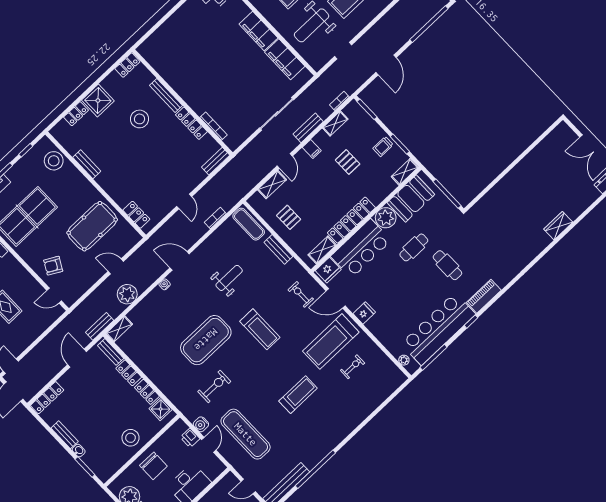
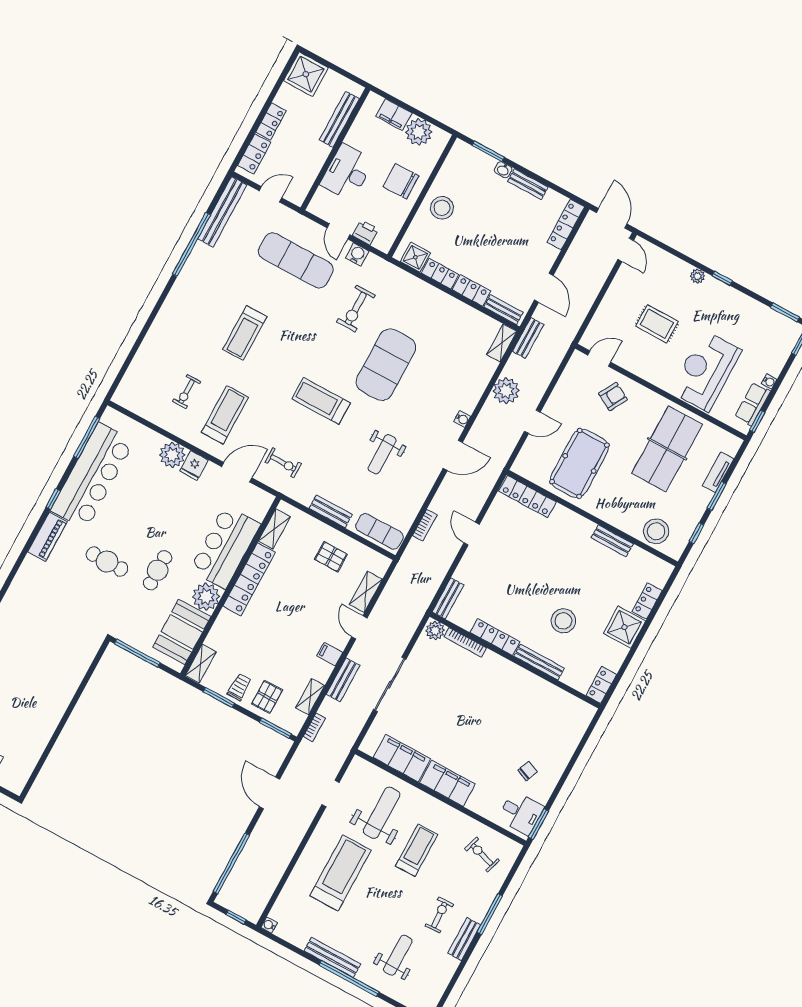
chair: (199, 21) -> (528, 771), added
plant: (232, 141) -> (435, 631), added
pallet: (348, 162) -> (267, 697), moved, turned 90
locker: (136, 215) -> (527, 497), width x1.53
fridge: (328, 270) -> (258, 506), removed
treadmill: (331, 342) -> (225, 415), width x0.73, depth x0.73
plant: (404, 360) -> (172, 455), moved, width x1.88, depth x1.88

